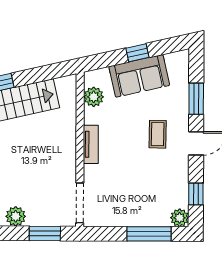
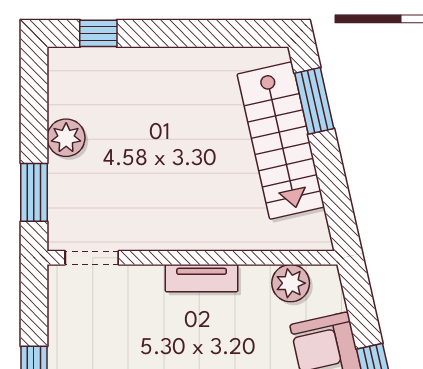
doorway: (80, 203) -> (92, 258), width x0.73

